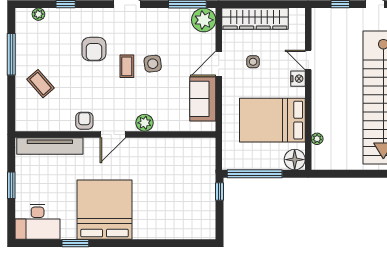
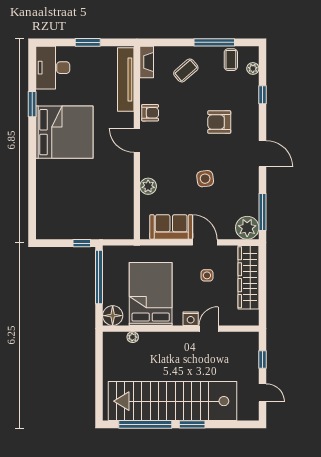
coffee table: (127, 66) -> (231, 60), moved, turned 90
plant: (145, 123) -> (148, 186), moved
fireplace: (32, 124) -> (147, 62), added

